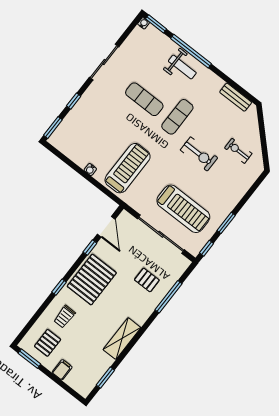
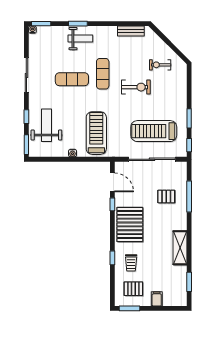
window: (191, 51) -> (78, 24), width x0.47
weight bench: (86, 124) -> (46, 125), added
treadmill: (183, 209) -> (154, 131), turned 180
window: (59, 287) -> (112, 258), moved
pallet: (48, 343) -> (133, 289), turned 90

